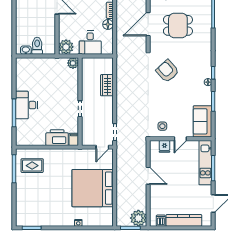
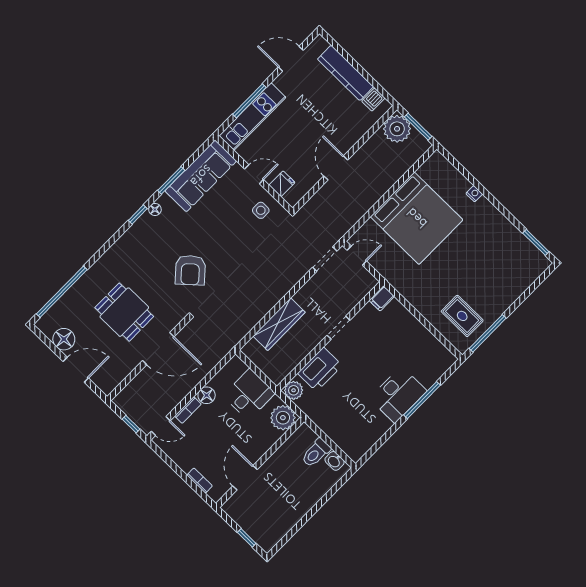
wardrobe: (107, 85) -> (279, 324), width x1.50
sofa: (202, 121) -> (201, 176), width x1.36
printer: (57, 138) -> (320, 369), moved, turned -90

